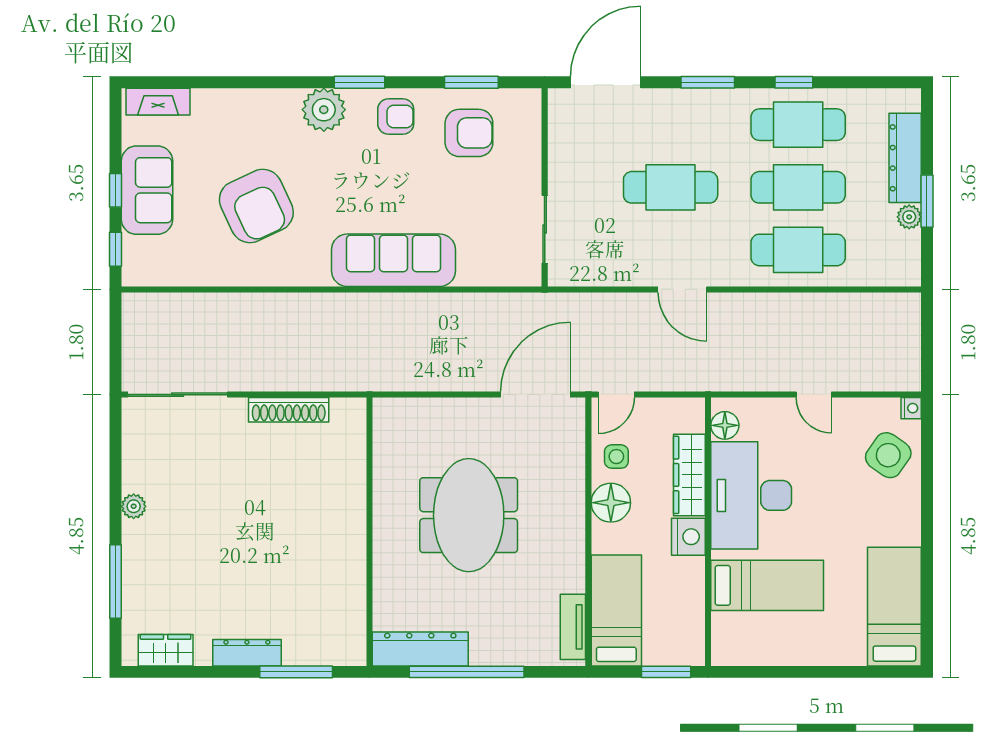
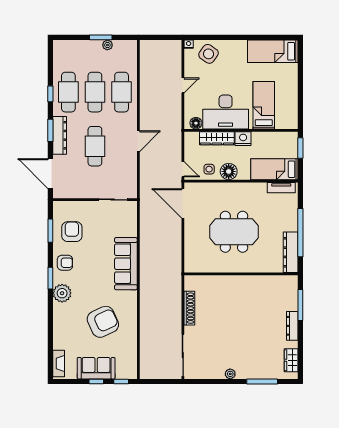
armchair: (396, 117) -> (65, 263), turned 90
dresser: (905, 158) -> (60, 135), moved, turned -90

